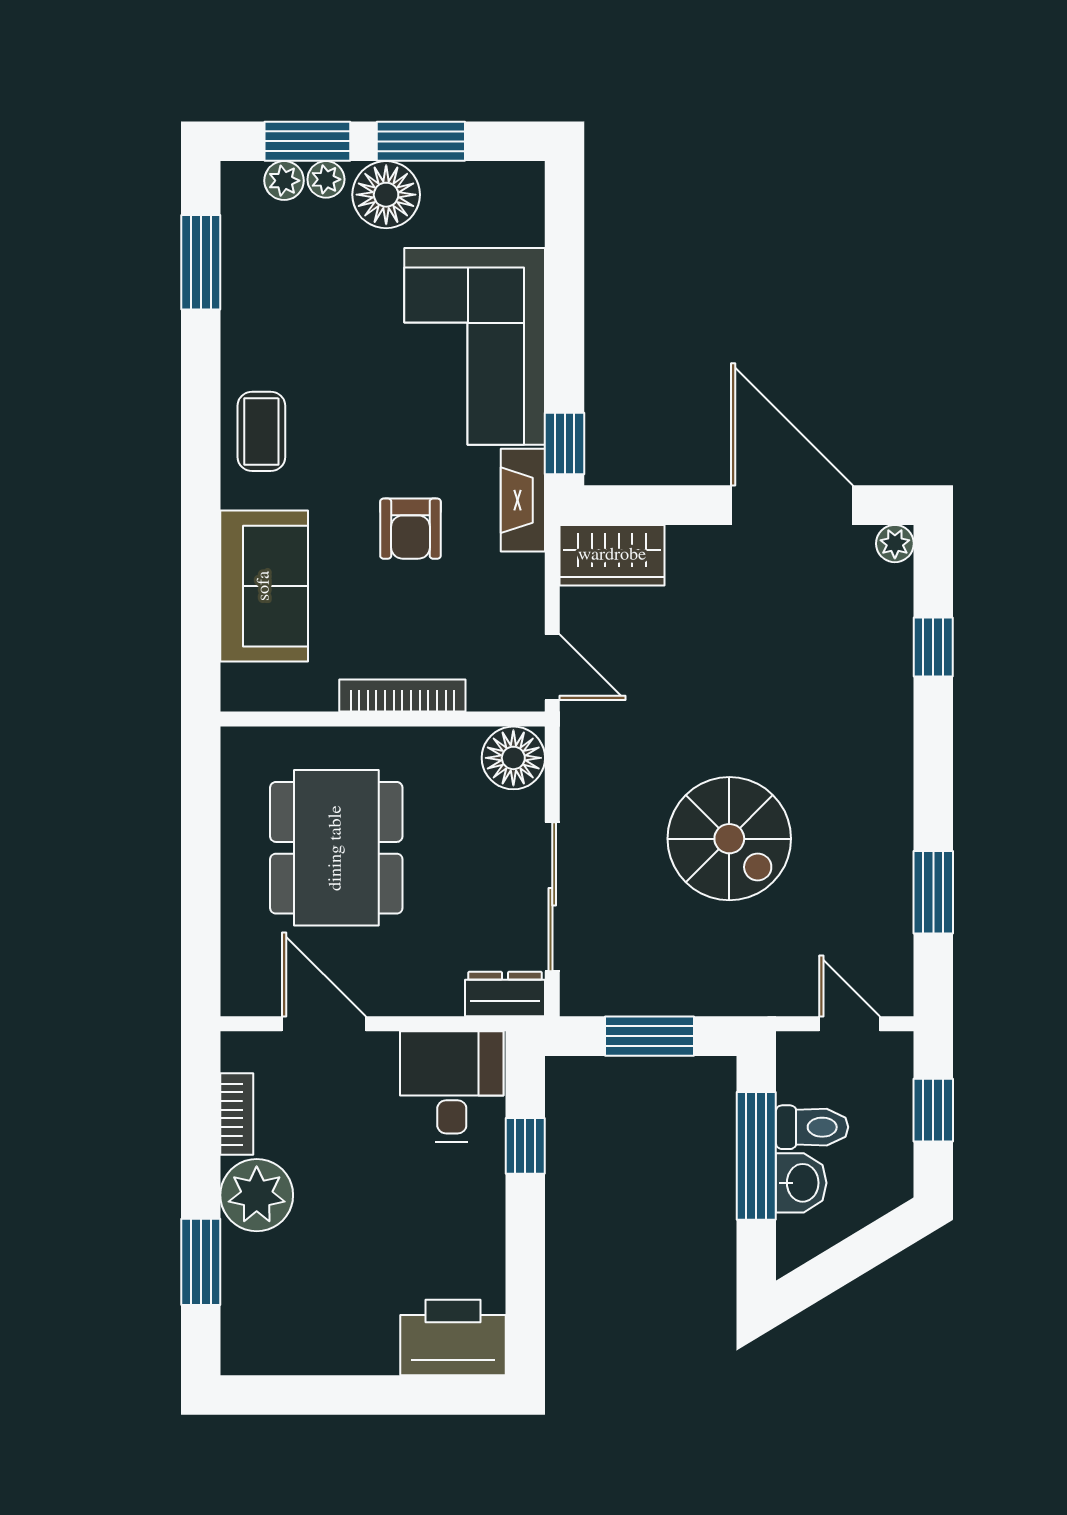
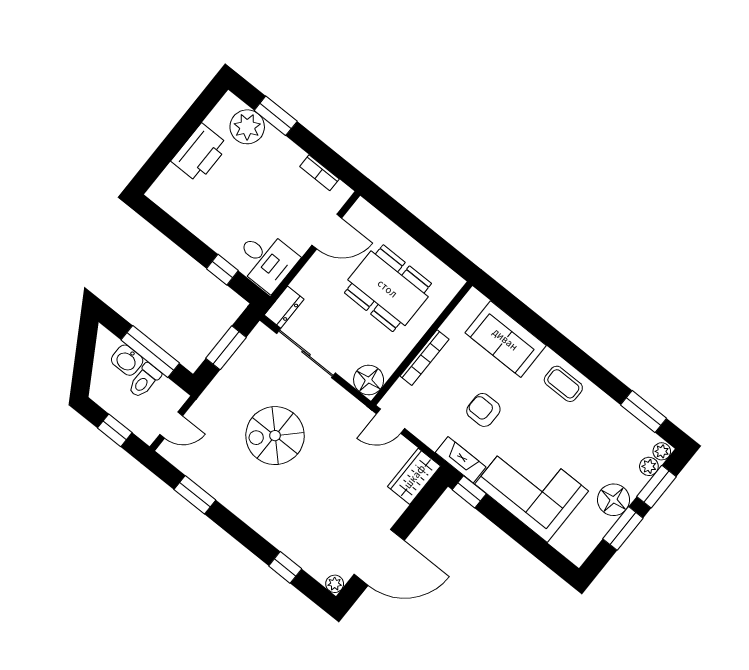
plant: (326, 179) -> (662, 451), moved
plant: (257, 1195) -> (247, 127), moved
printer: (453, 1338) -> (200, 153), moved

